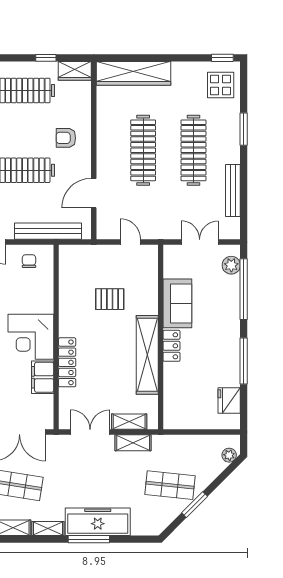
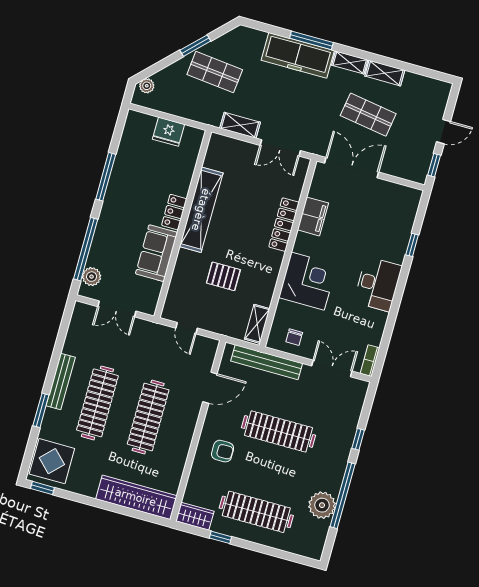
display table: (221, 85) -> (52, 461), width x1.36, depth x1.36
bench: (233, 191) -> (61, 381), moved
corner desk: (31, 337) -> (308, 281), moved
fridge: (229, 401) -> (168, 132), moved, turned 90
shelving: (129, 422) -> (257, 324), moved, turned 90

